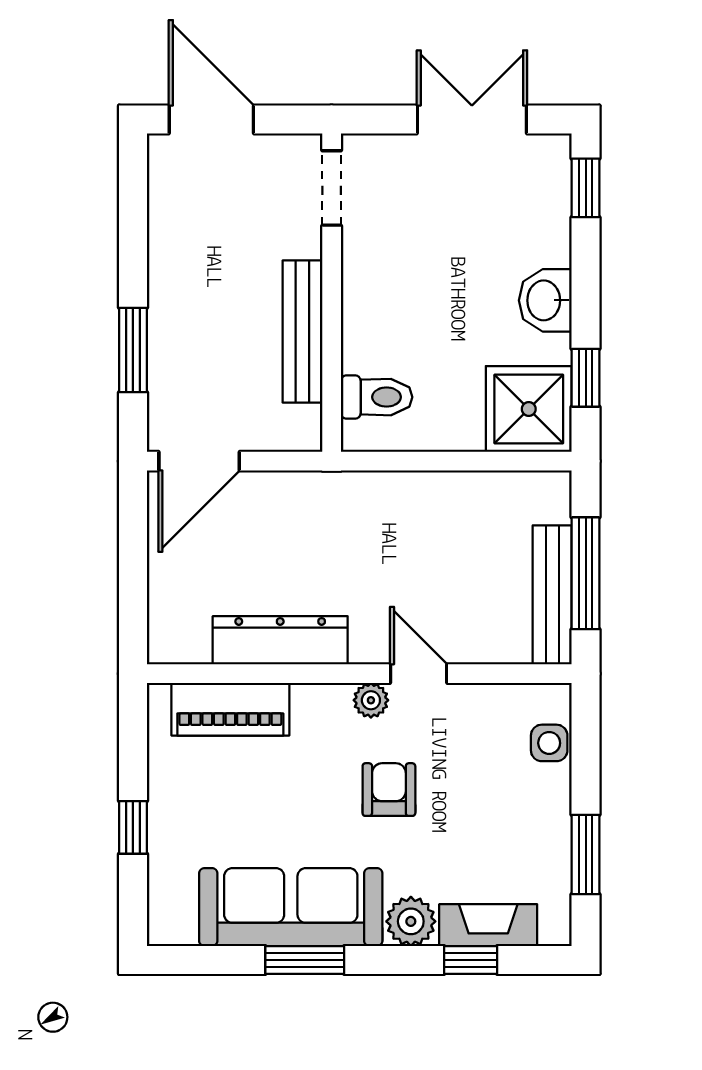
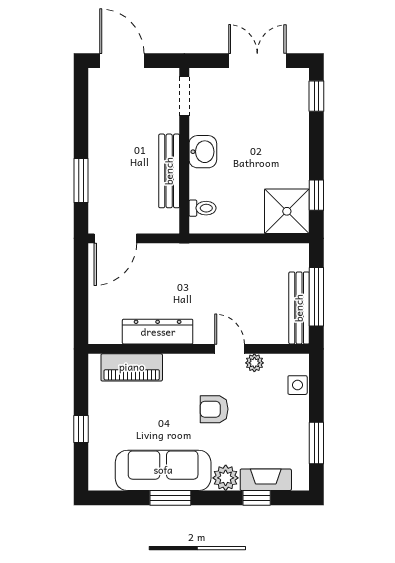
washbasin: (545, 300) -> (203, 152), moved, turned 180
toilet: (377, 397) -> (203, 208), width x0.73, depth x0.72
plant: (371, 700) -> (254, 363), moved
armchair: (389, 790) -> (214, 409), turned -90

